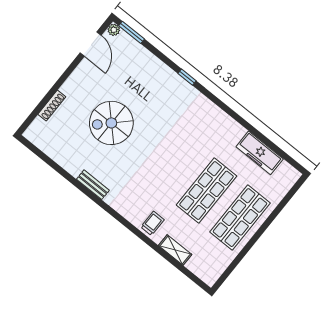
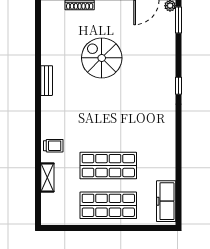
freezer: (260, 153) -> (166, 201), moved

